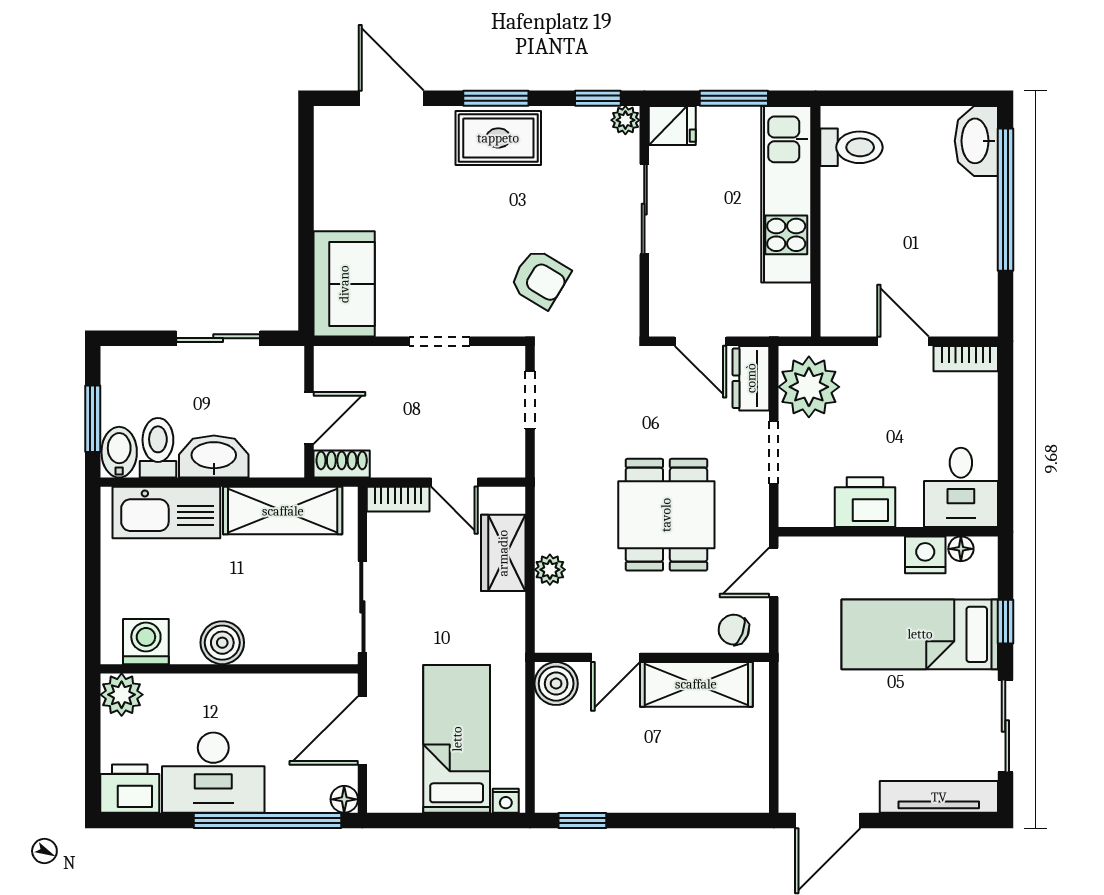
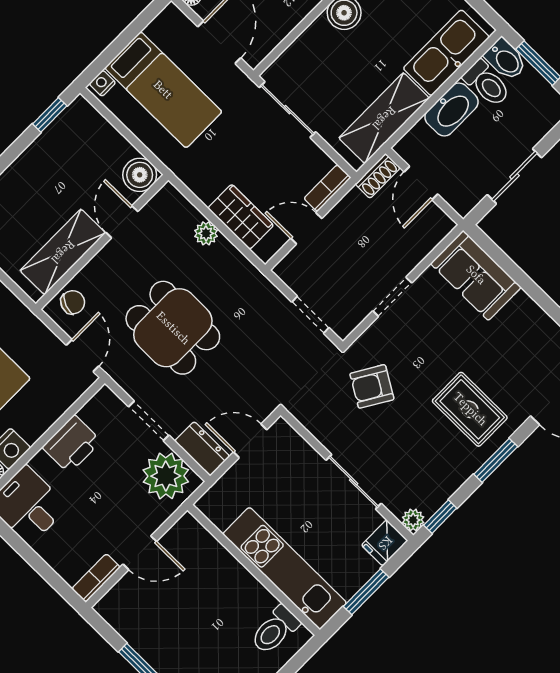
rug: (498, 138) -> (470, 409), moved, turned 90

